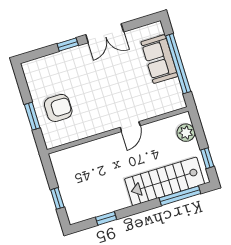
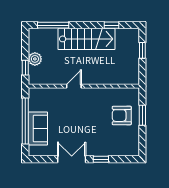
plant: (186, 133) -> (35, 59), moved
window: (207, 158) -> (25, 68), moved
stairs: (165, 181) -> (86, 39), moved

